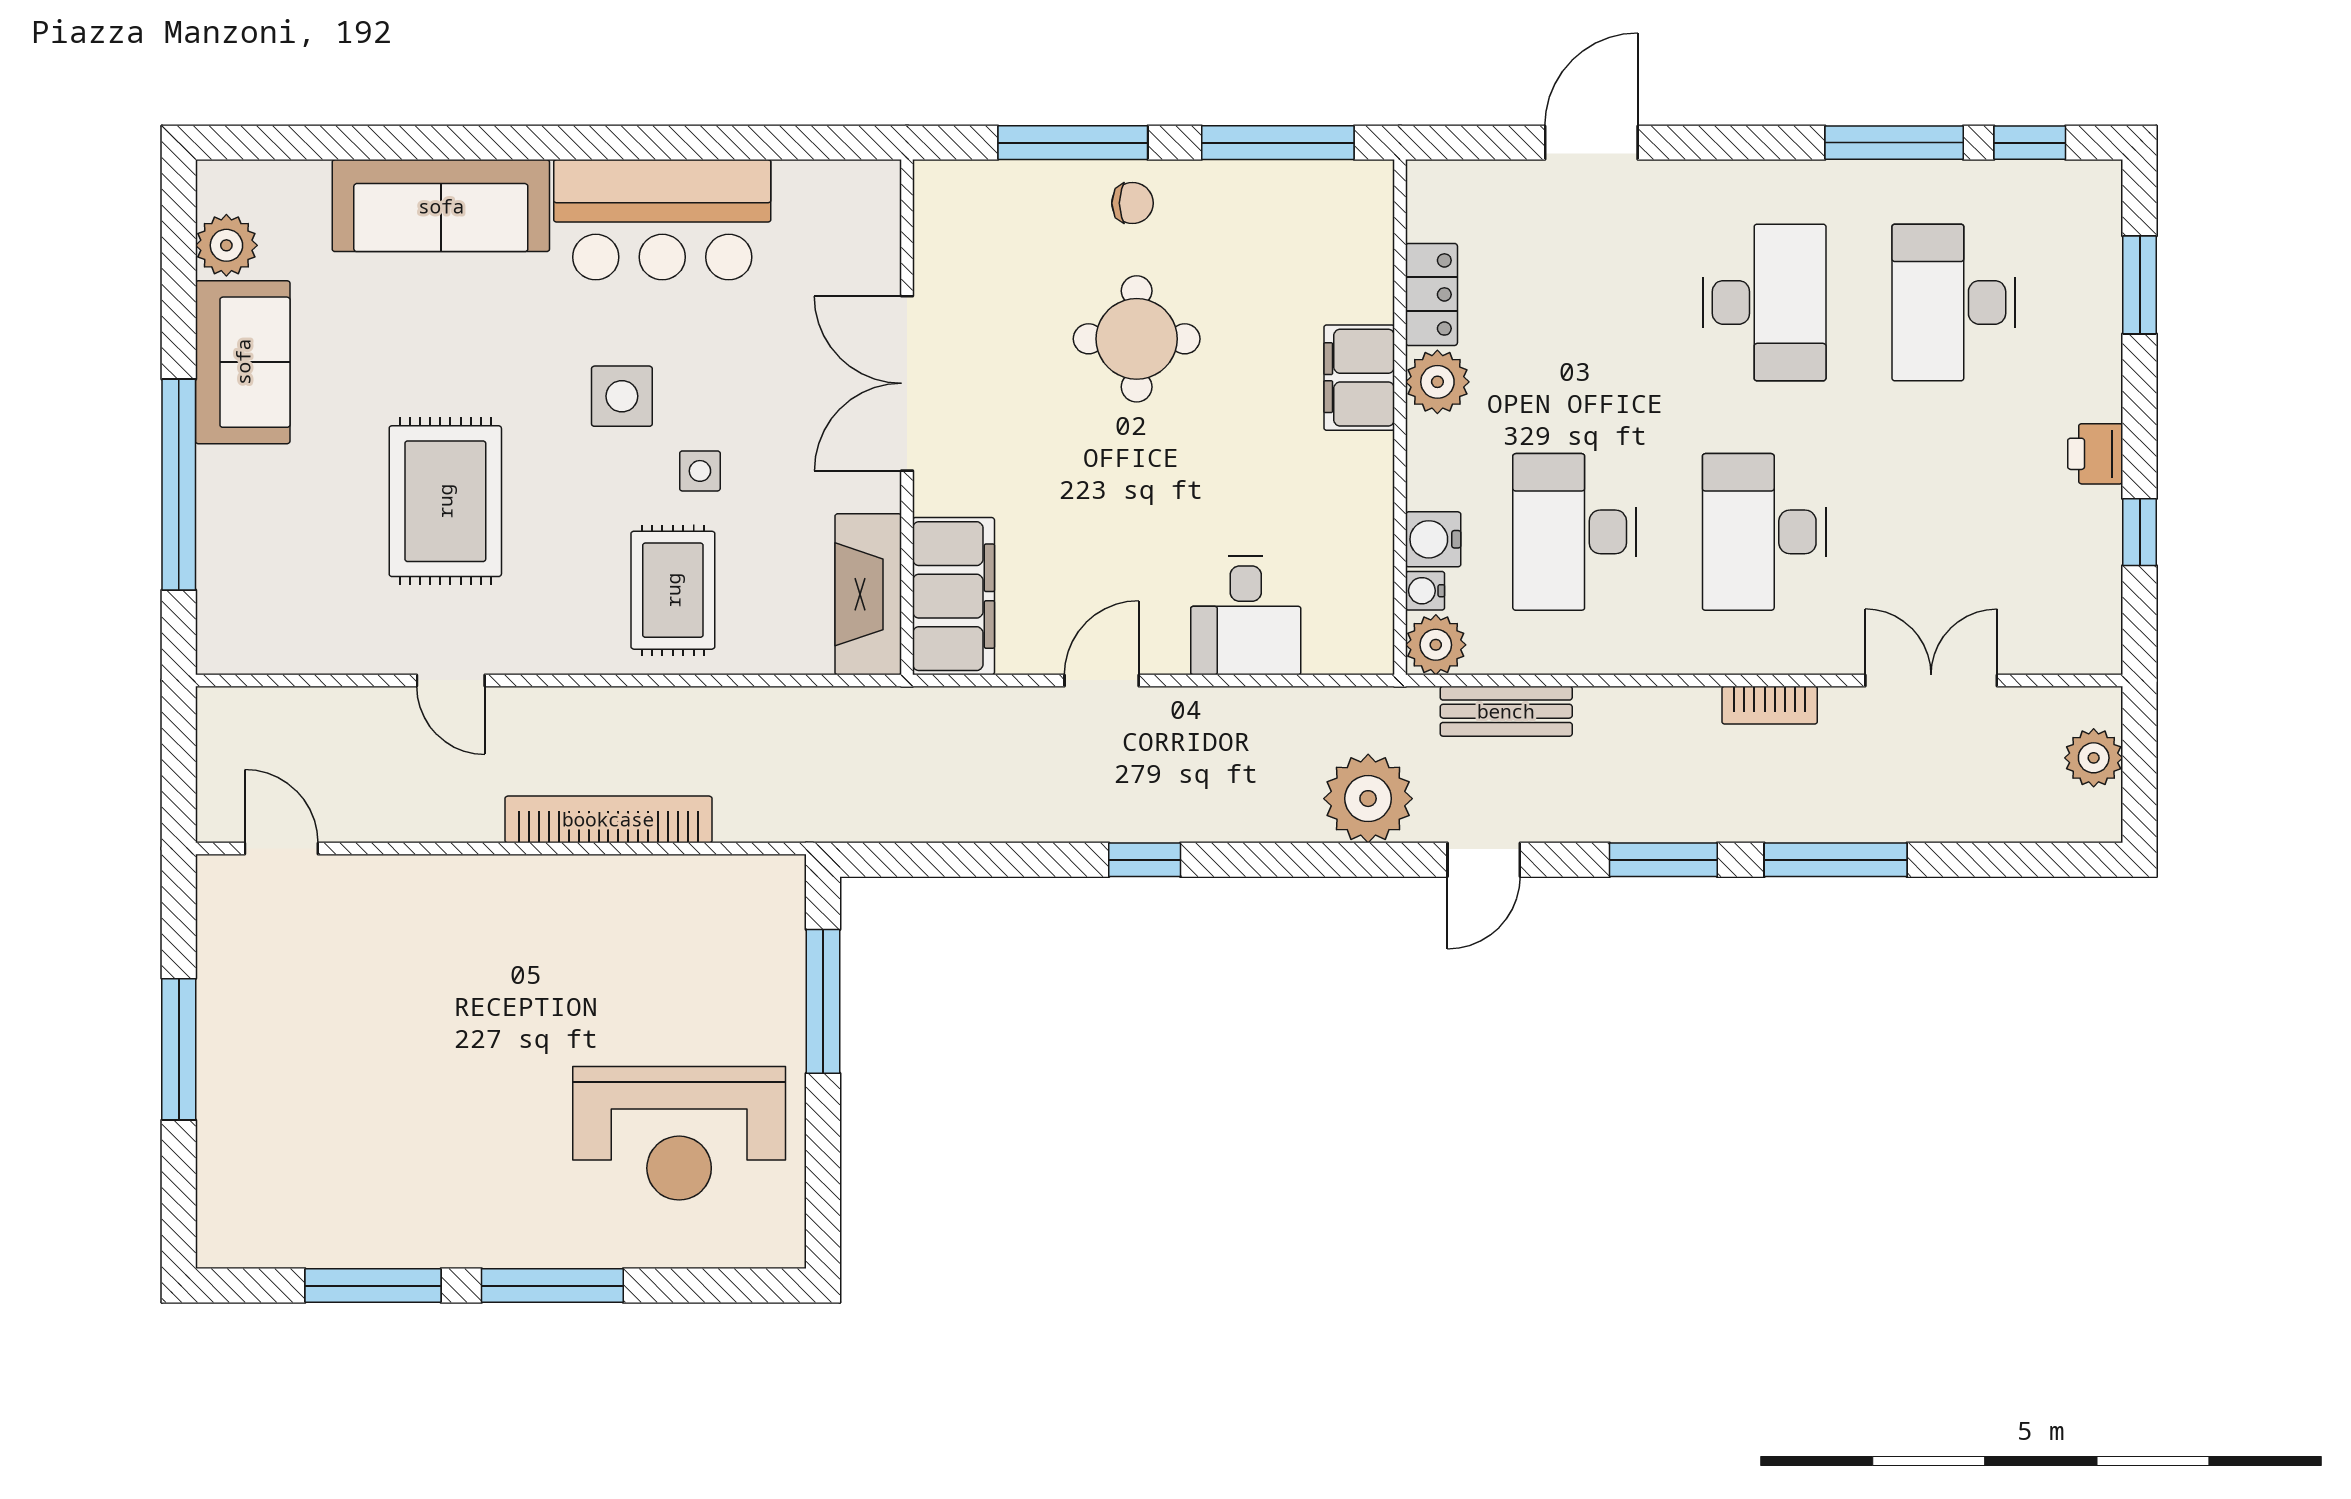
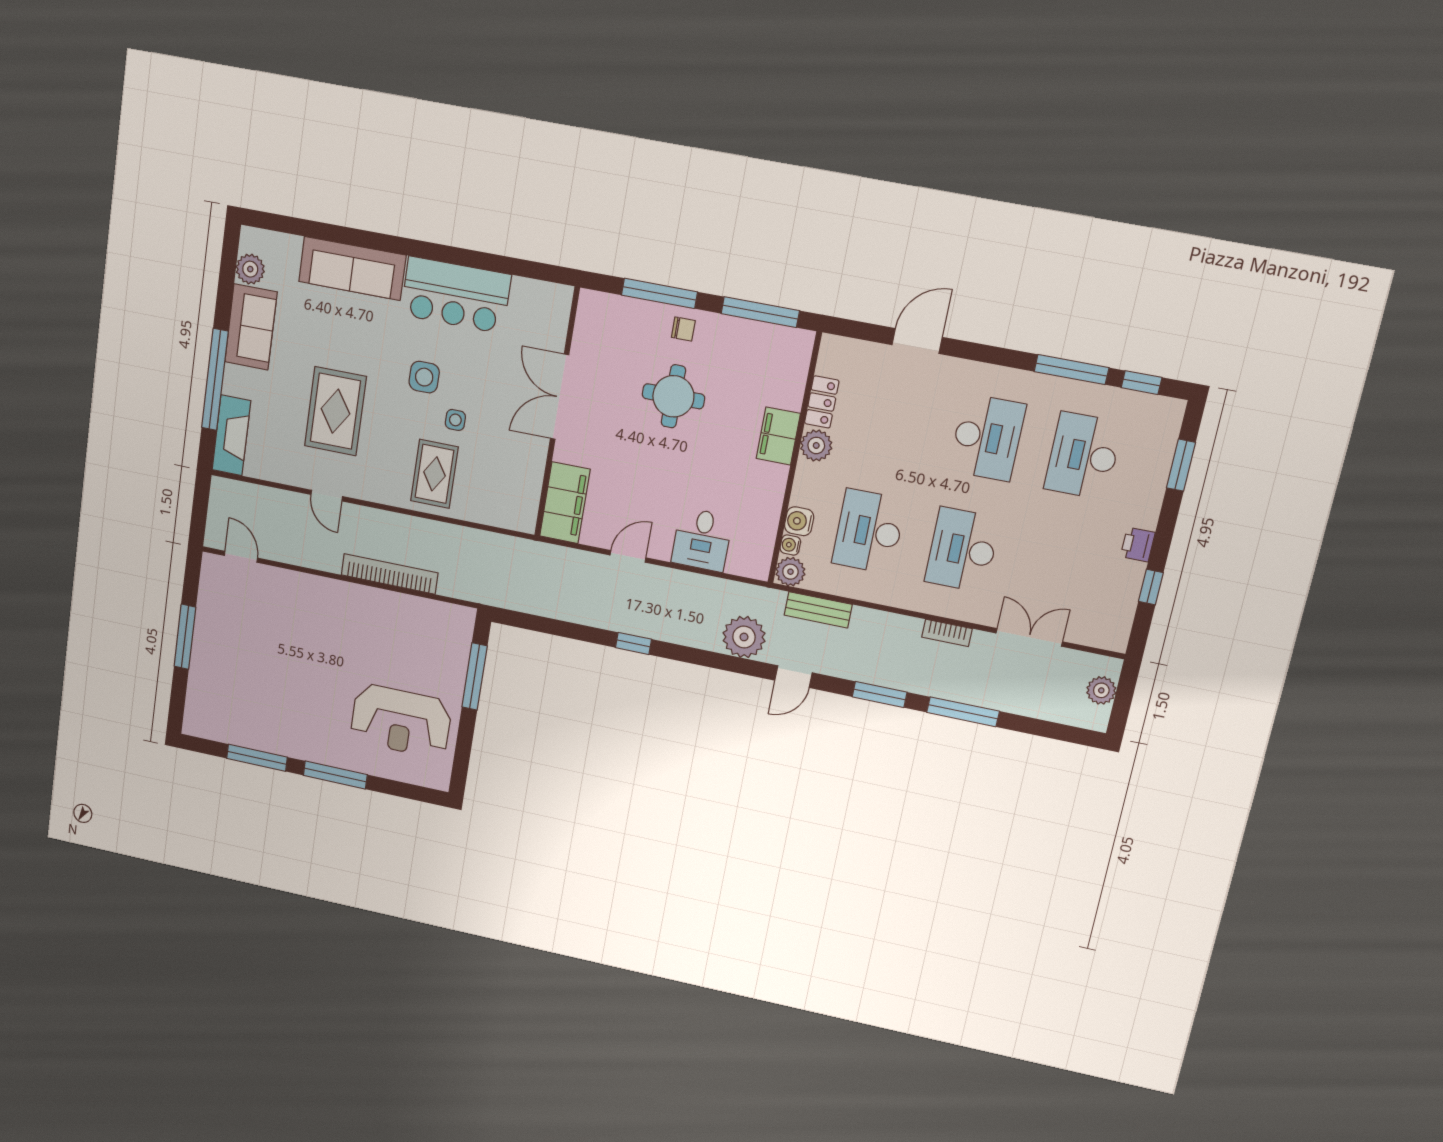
fireplace: (868, 594) -> (231, 435), moved, turned 180

